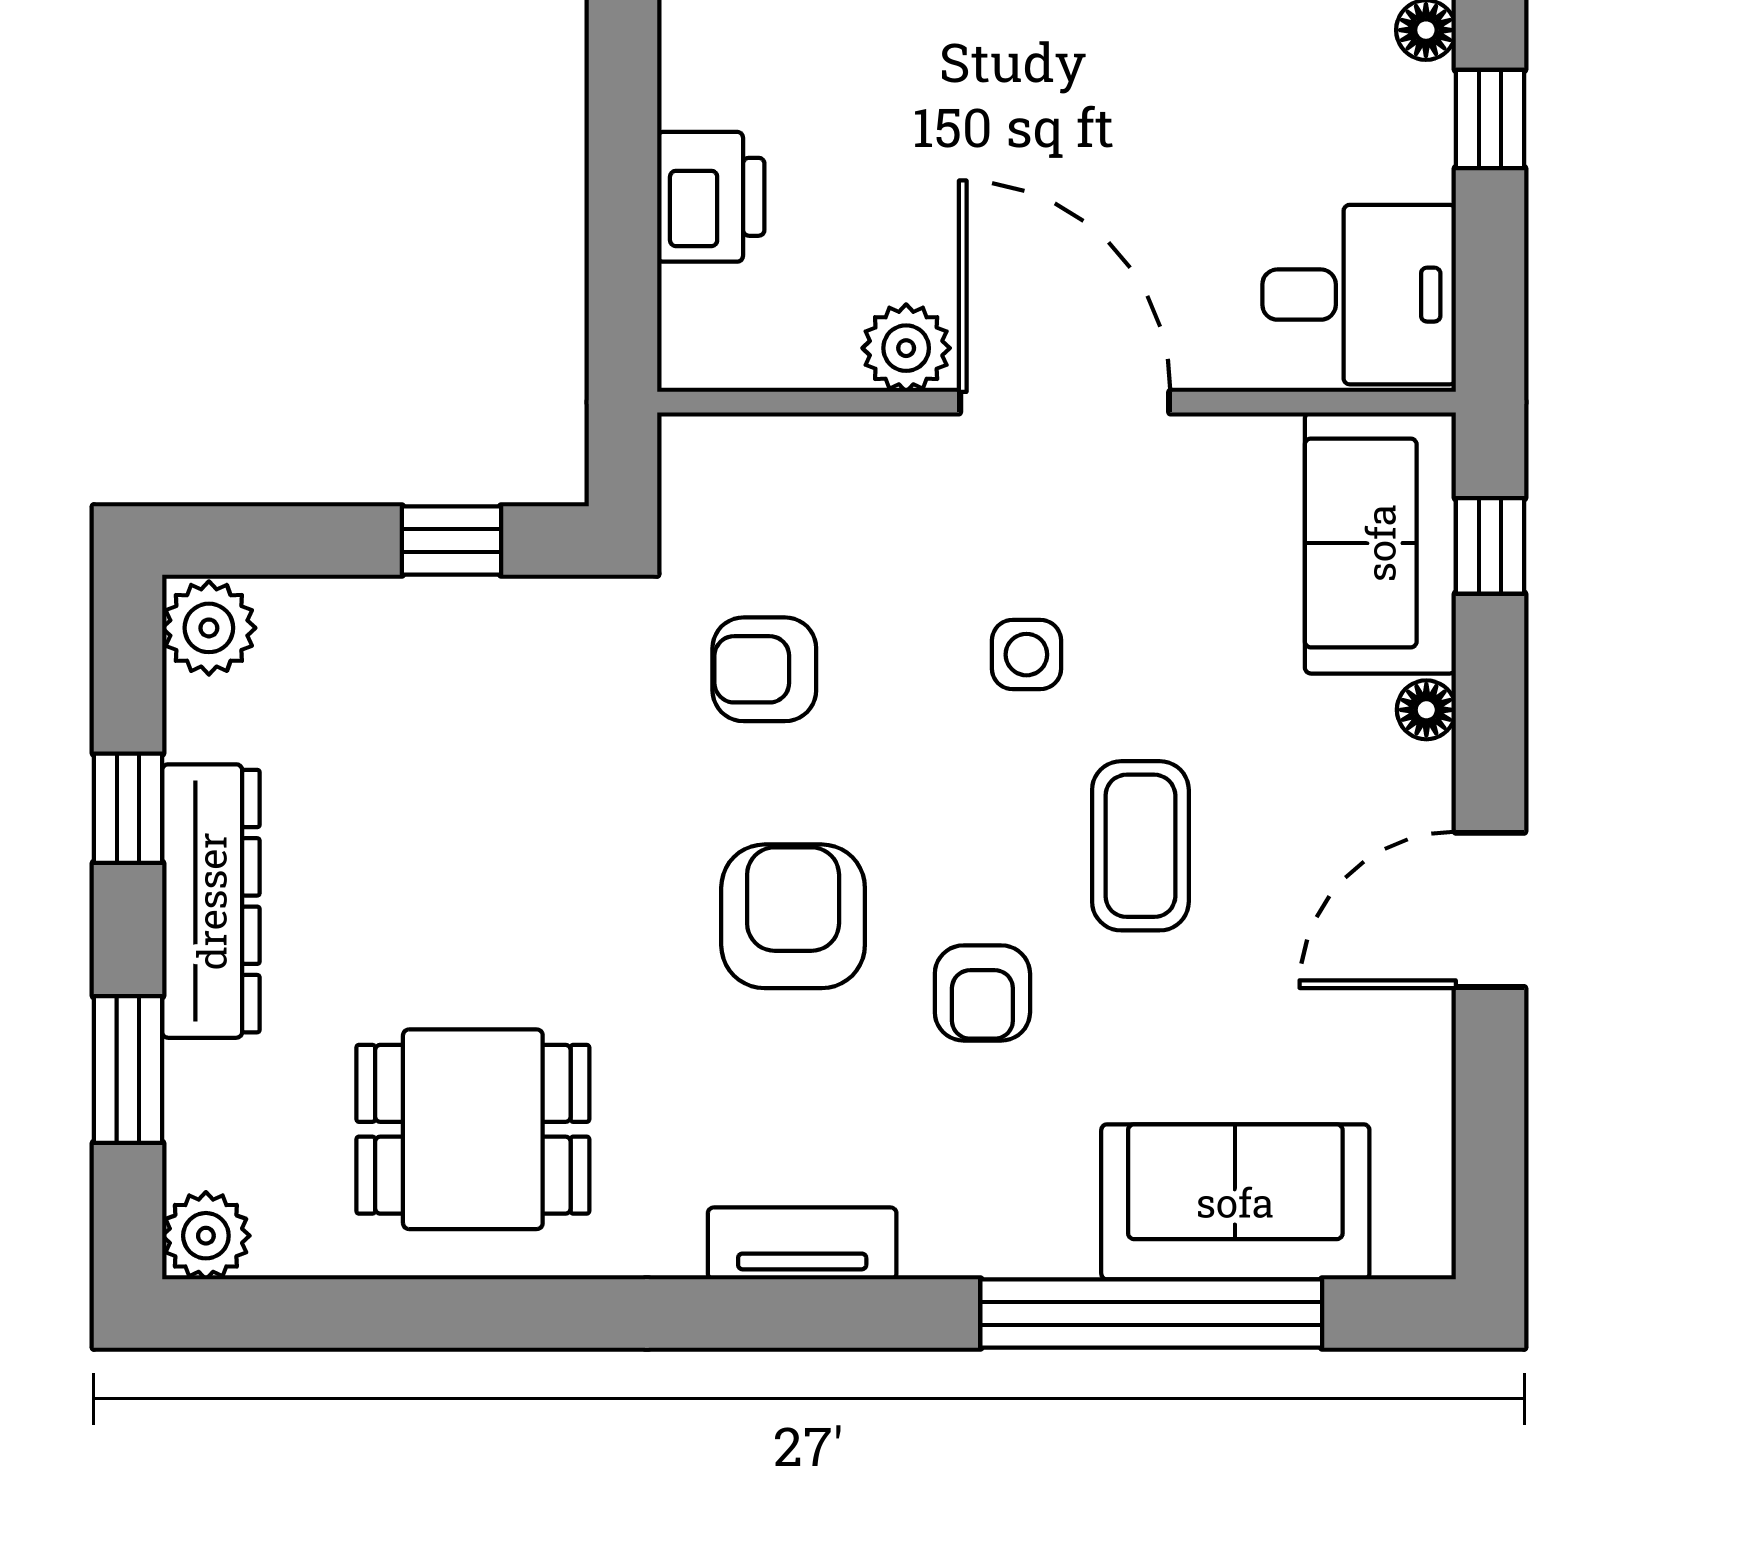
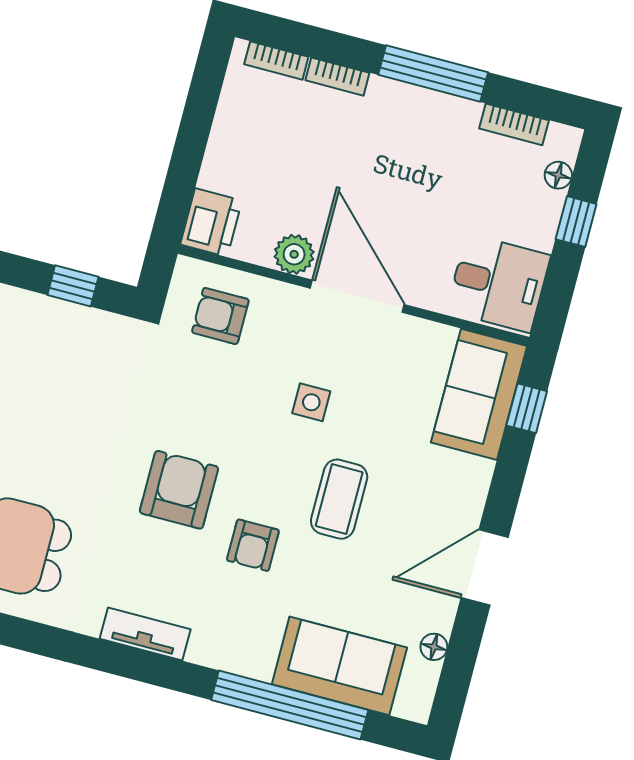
printer: (711, 197) -> (211, 222), moved
armchair: (764, 669) -> (220, 316), moved
floor lamp: (1426, 710) -> (434, 647), moved

